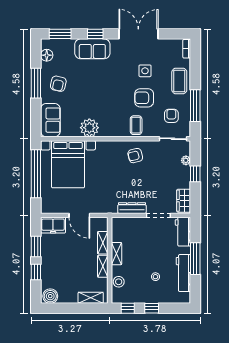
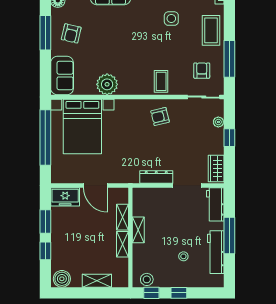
armchair: (144, 98) -> (170, 50), removed
stool: (119, 282) -> (147, 279), moved
shelving: (91, 298) -> (97, 281), moved

